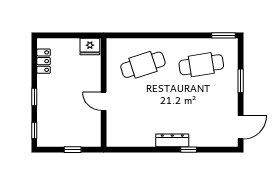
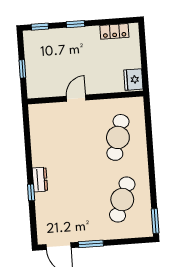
cafe table: (143, 65) -> (118, 137), turned 33
cafe table: (201, 65) -> (122, 200), turned 30
window: (241, 81) -> (91, 244), moved
dresser: (172, 140) -> (40, 180), width x0.70

